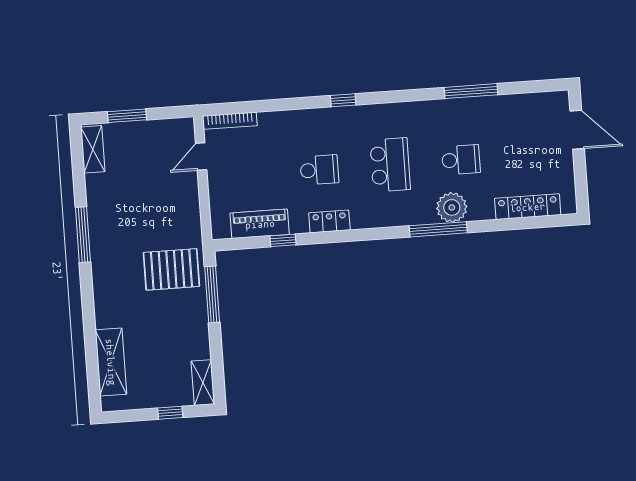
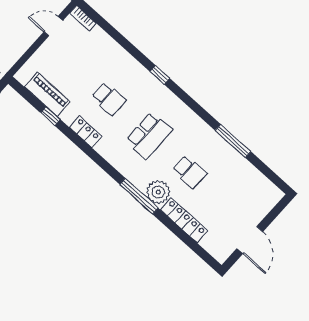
bookcase: (230, 121) -> (83, 18), width x0.64
door: (577, 130) -> (250, 240), moved
locker: (528, 207) -> (184, 220), moved

